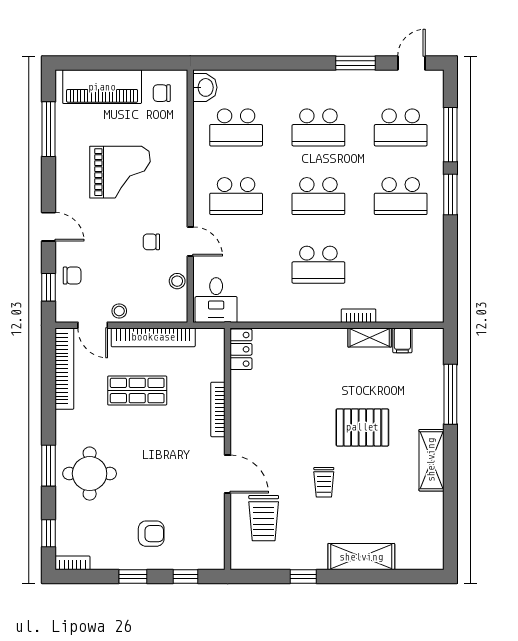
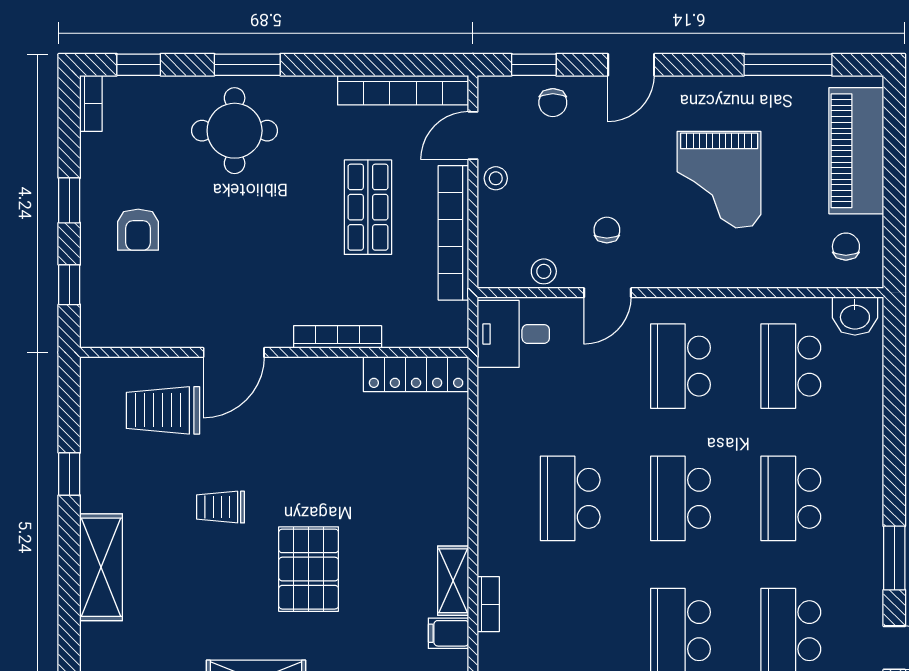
bookcase: (359, 316) -> (488, 604), moved
locker: (241, 349) -> (416, 374), width x1.53

